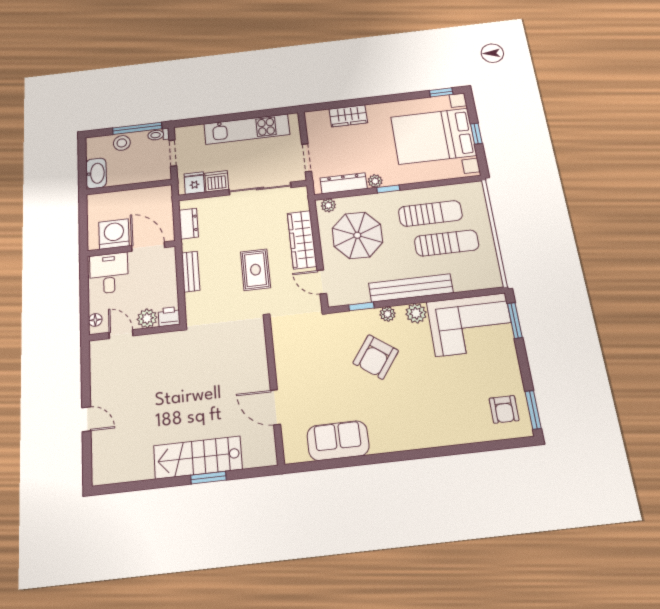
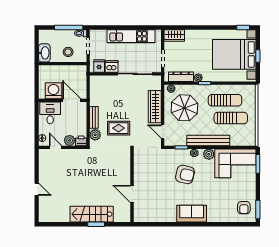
wardrobe: (348, 116) -> (174, 35), moved
stool: (122, 143) -> (68, 52), moved
dresser: (189, 224) -> (94, 90), removed
rug: (255, 270) -> (119, 128), moved, turned 90
plant: (195, 302) -> (95, 135), added
armchair: (376, 357) -> (185, 174), turned -113
sofa: (338, 441) -> (192, 214), moved

